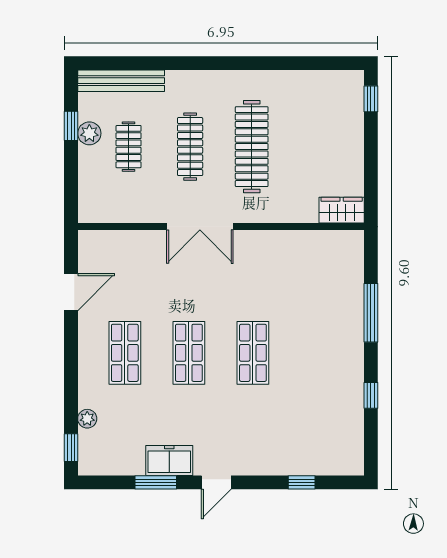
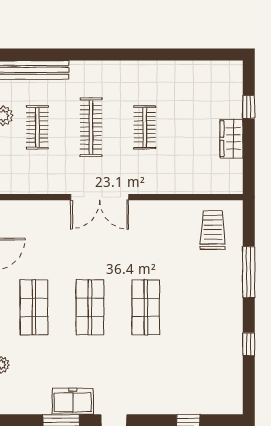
window: (371, 99) -> (249, 107), moved
clothes rail: (252, 147) -> (145, 127), width x0.54, depth x0.76
wardrobe: (342, 210) -> (231, 139), moved, turned -90
trolley: (330, 264) -> (213, 230), added

